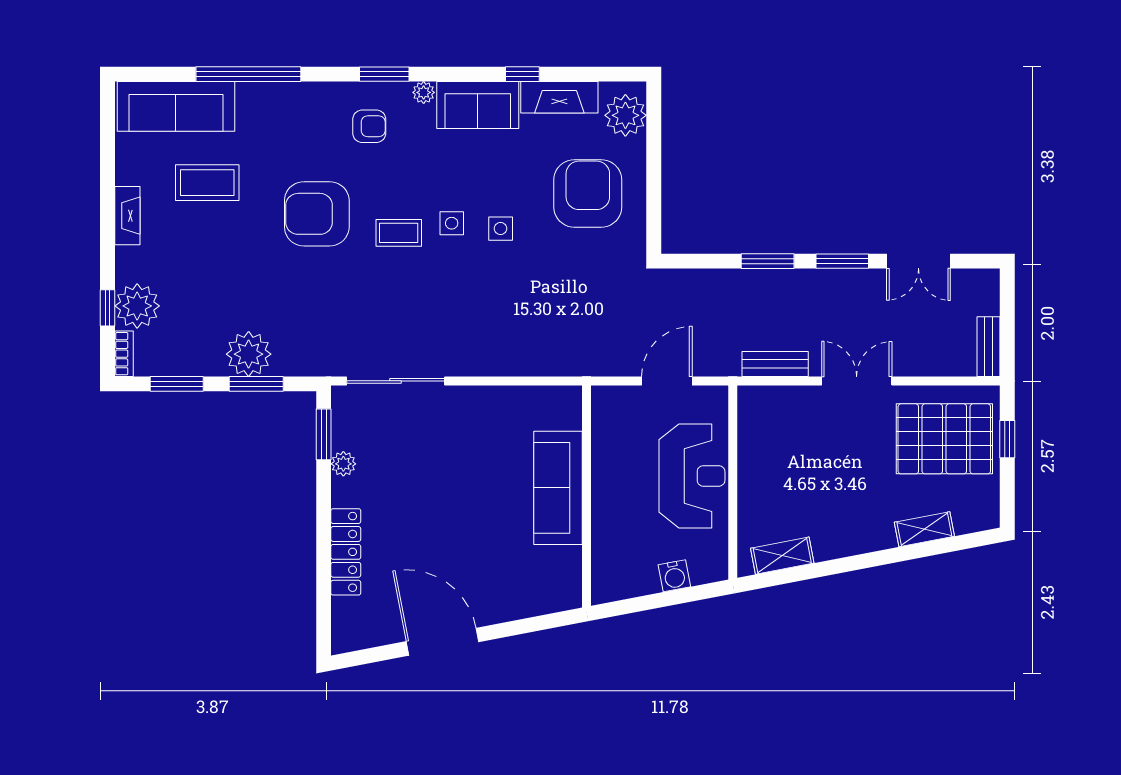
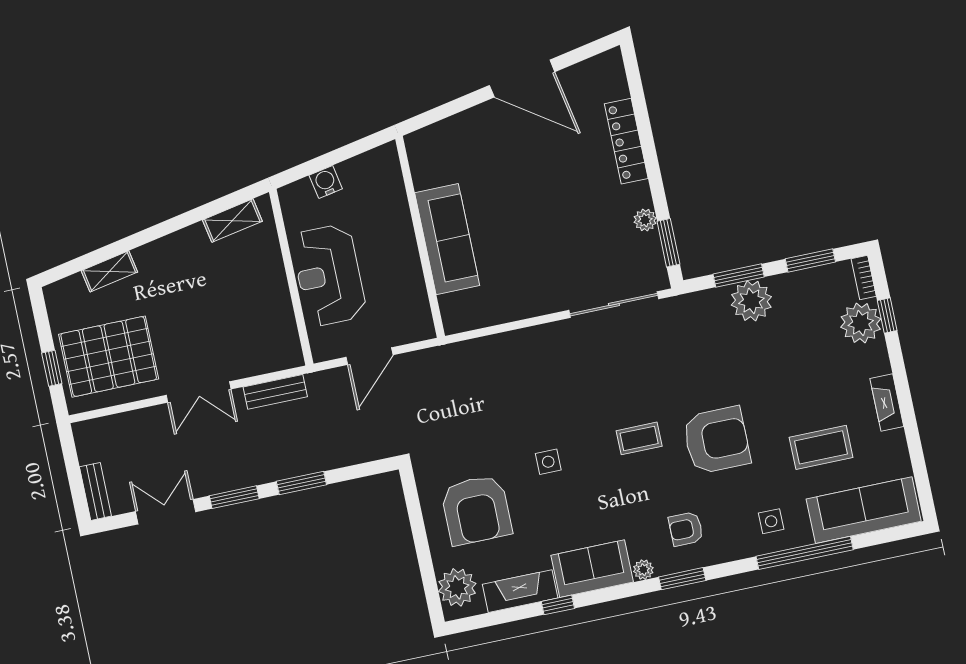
side table: (452, 223) -> (771, 521), moved
bench: (989, 347) -> (95, 491), moved

